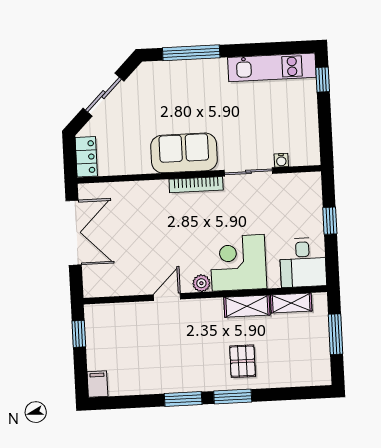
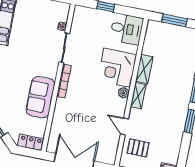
sofa: (184, 153) -> (40, 97), moved
door: (167, 297) -> (124, 126), moved
shelving: (291, 303) -> (138, 96), moved
pallet: (243, 361) -> (138, 148), moved

